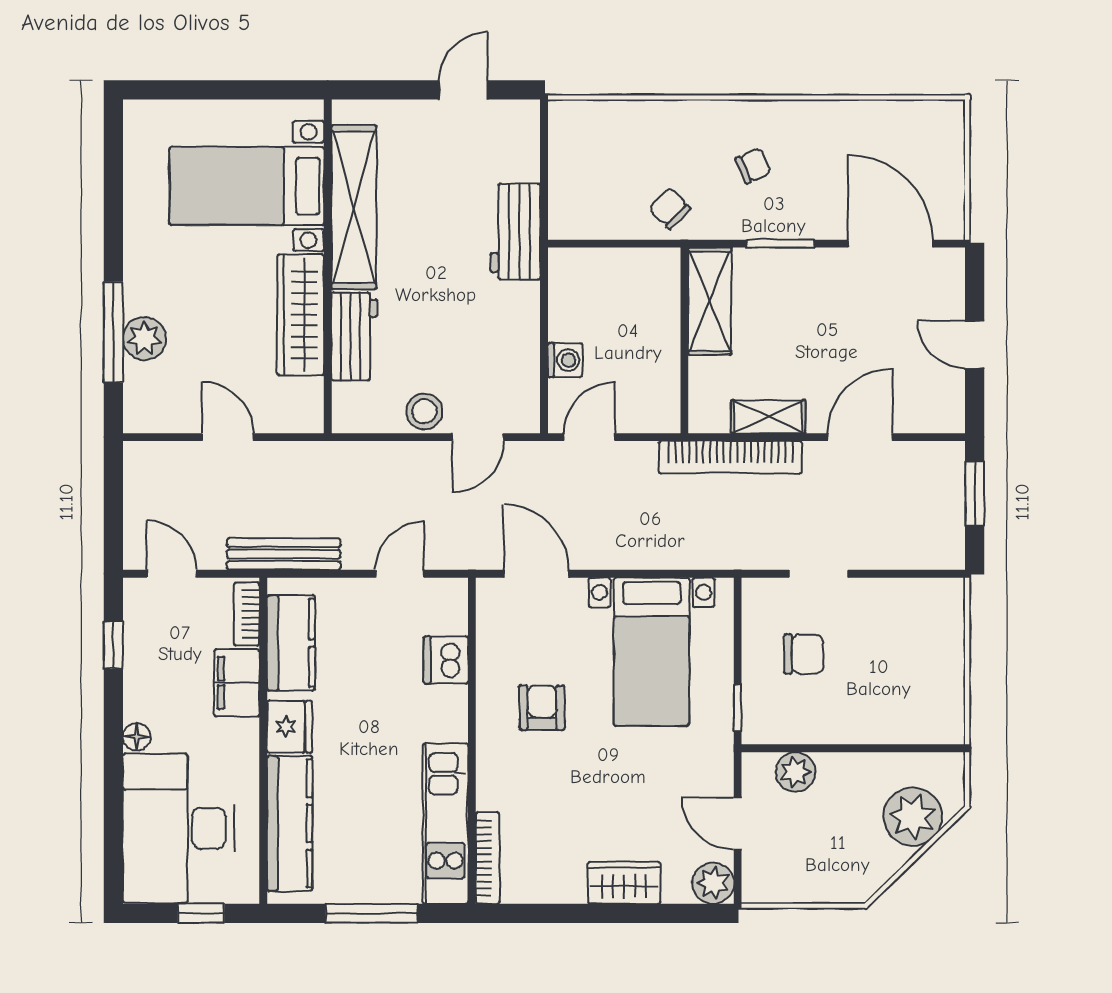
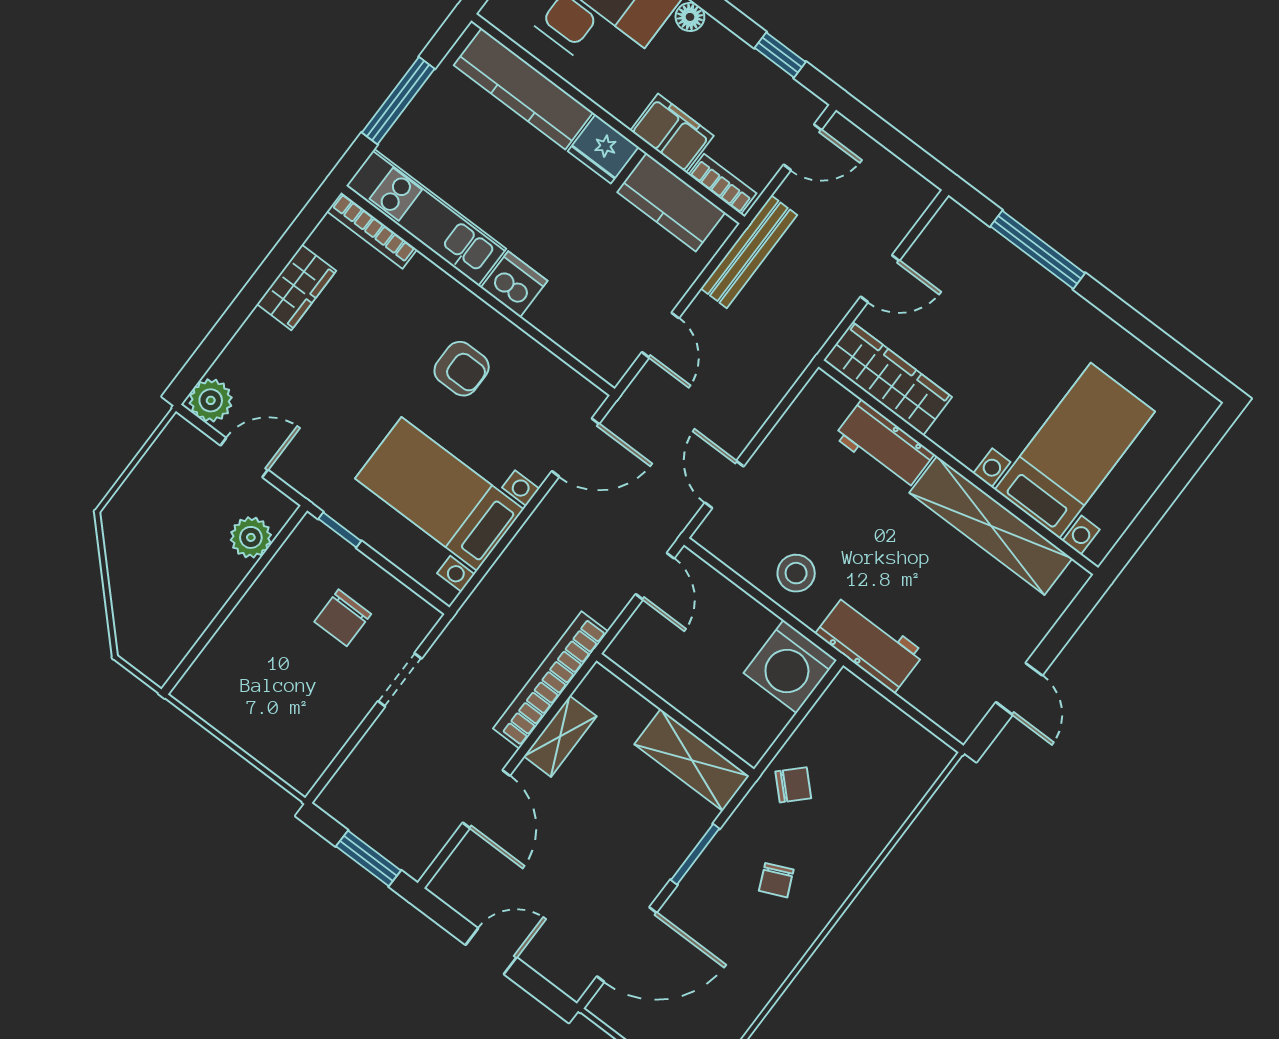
wardrobe: (301, 315) -> (888, 379), moved
plant: (144, 339) -> (1013, 271), removed
washing machine: (565, 360) -> (790, 667), moved, width x1.89, depth x1.89
stool: (424, 411) -> (796, 573), moved
dishwasher: (446, 660) -> (514, 284), moved
plant: (913, 817) -> (141, 606), removed
wardrobe: (624, 883) -> (296, 287), moved

